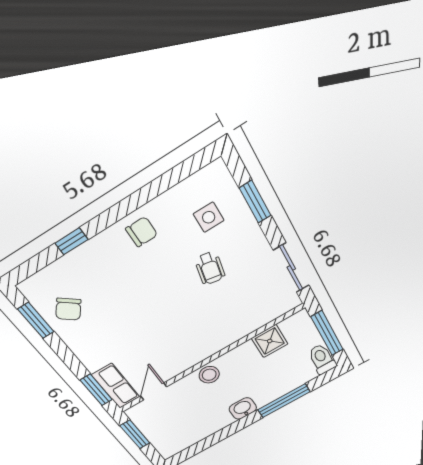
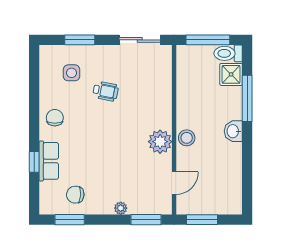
chair: (68, 309) -> (75, 195), turned 144
shower: (270, 341) -> (231, 74), moved
plant: (189, 354) -> (160, 142), added
plant: (89, 361) -> (121, 208), added
row of seats: (116, 386) -> (49, 161), moved, turned 90
door: (154, 391) -> (174, 183), swing flipped

